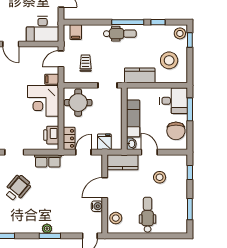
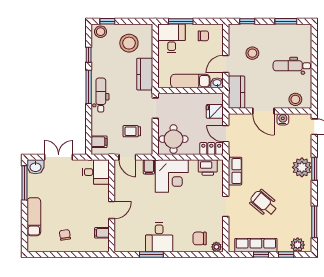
desk: (43, 29) -> (96, 172), width x0.73
chair: (176, 131) -> (203, 36), width x0.54, depth x0.54
plant: (47, 229) -> (302, 167), width x1.87, depth x1.87

